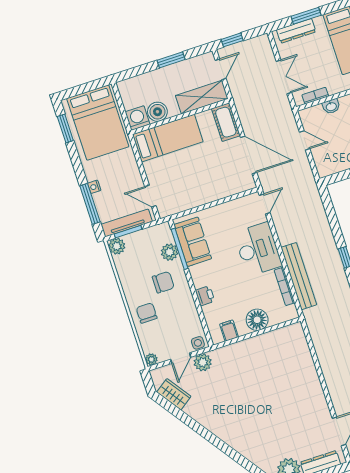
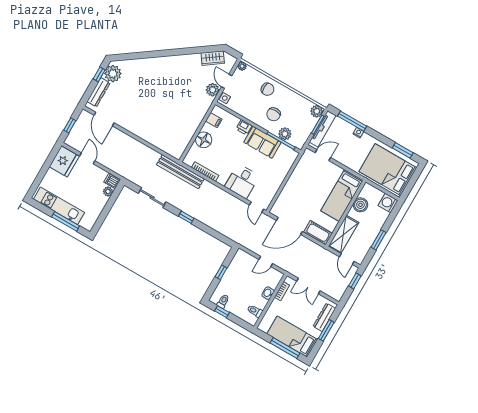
washing machine: (137, 118) -> (388, 203), moved, turned 180
sofa: (193, 242) -> (262, 142), moved
desk: (258, 249) -> (242, 181), width x0.73
bench: (299, 276) -> (180, 172), moved

